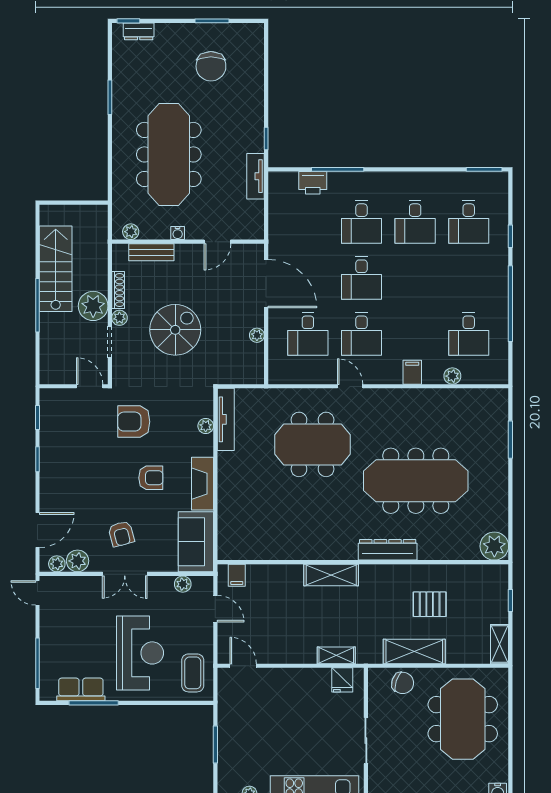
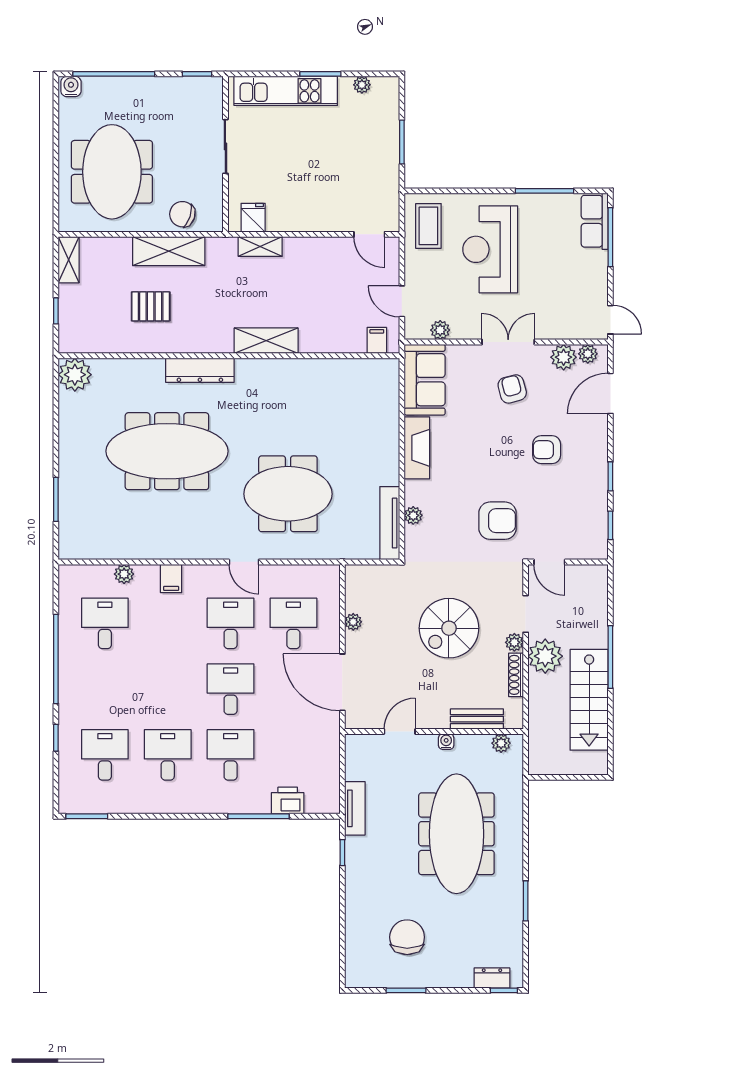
armchair: (151, 478) -> (547, 450), moved
row of seats: (81, 689) -> (595, 221), moved, turned 90

